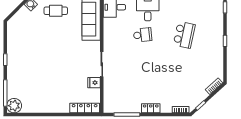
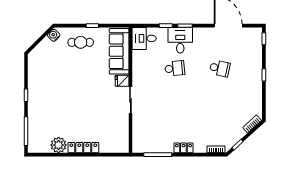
school desk: (184, 35) -> (220, 68), width x0.54
fridge: (94, 83) -> (122, 81), moved
plant: (14, 106) -> (59, 145), moved
locker: (85, 108) -> (83, 148), moved

